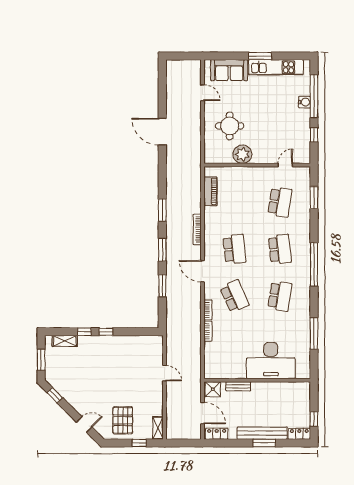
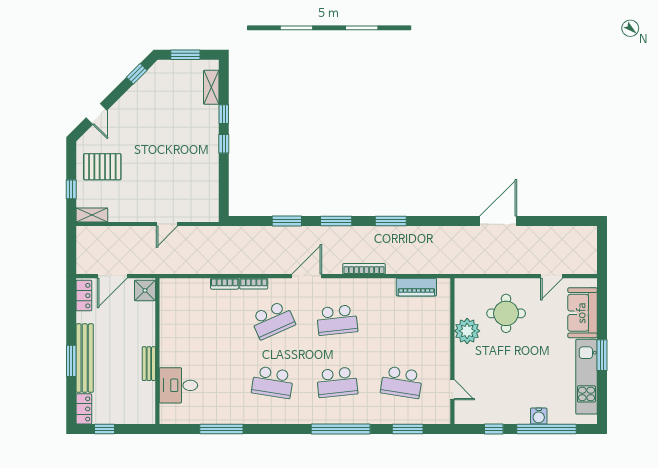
window: (314, 264) -> (341, 429), moved
desk: (271, 361) -> (178, 385), width x0.53, depth x0.77
bench: (238, 386) -> (149, 364), moved

